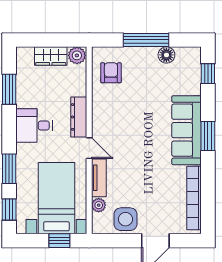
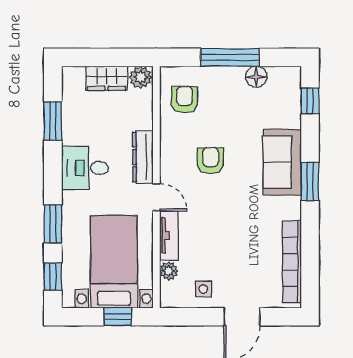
armchair: (131, 120) -> (210, 161), added
sofa: (186, 130) -> (282, 162), width x0.73
side table: (126, 219) -> (203, 289), width x0.54, depth x0.54

